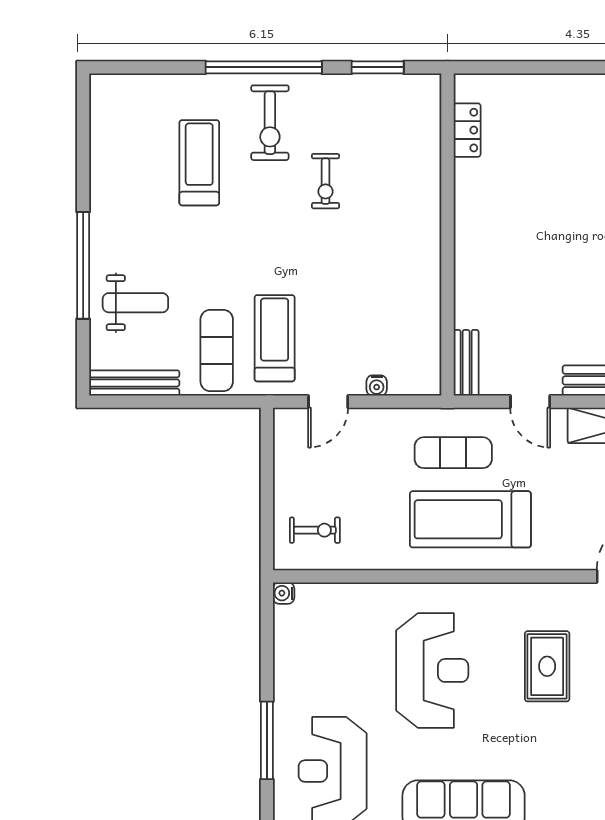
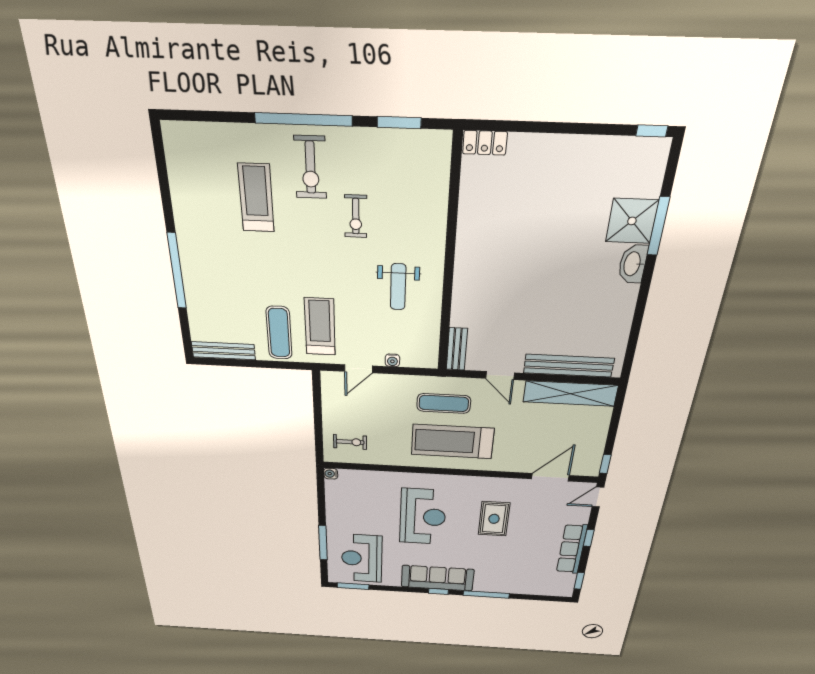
locker: (467, 130) -> (485, 143), moved, turned 90
weight bench: (135, 303) -> (398, 287), moved, turned 90

